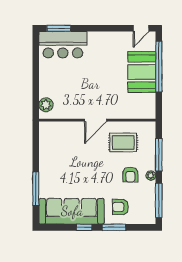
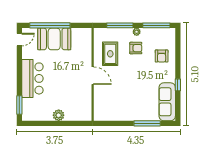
door: (141, 28) -> (19, 40), hinge flipped
bar counter: (63, 45) -> (32, 78), moved
plant: (46, 105) -> (59, 115), moved
sofa: (72, 211) -> (167, 102), width x0.74, depth x0.79
window: (114, 227) -> (178, 61), removed

